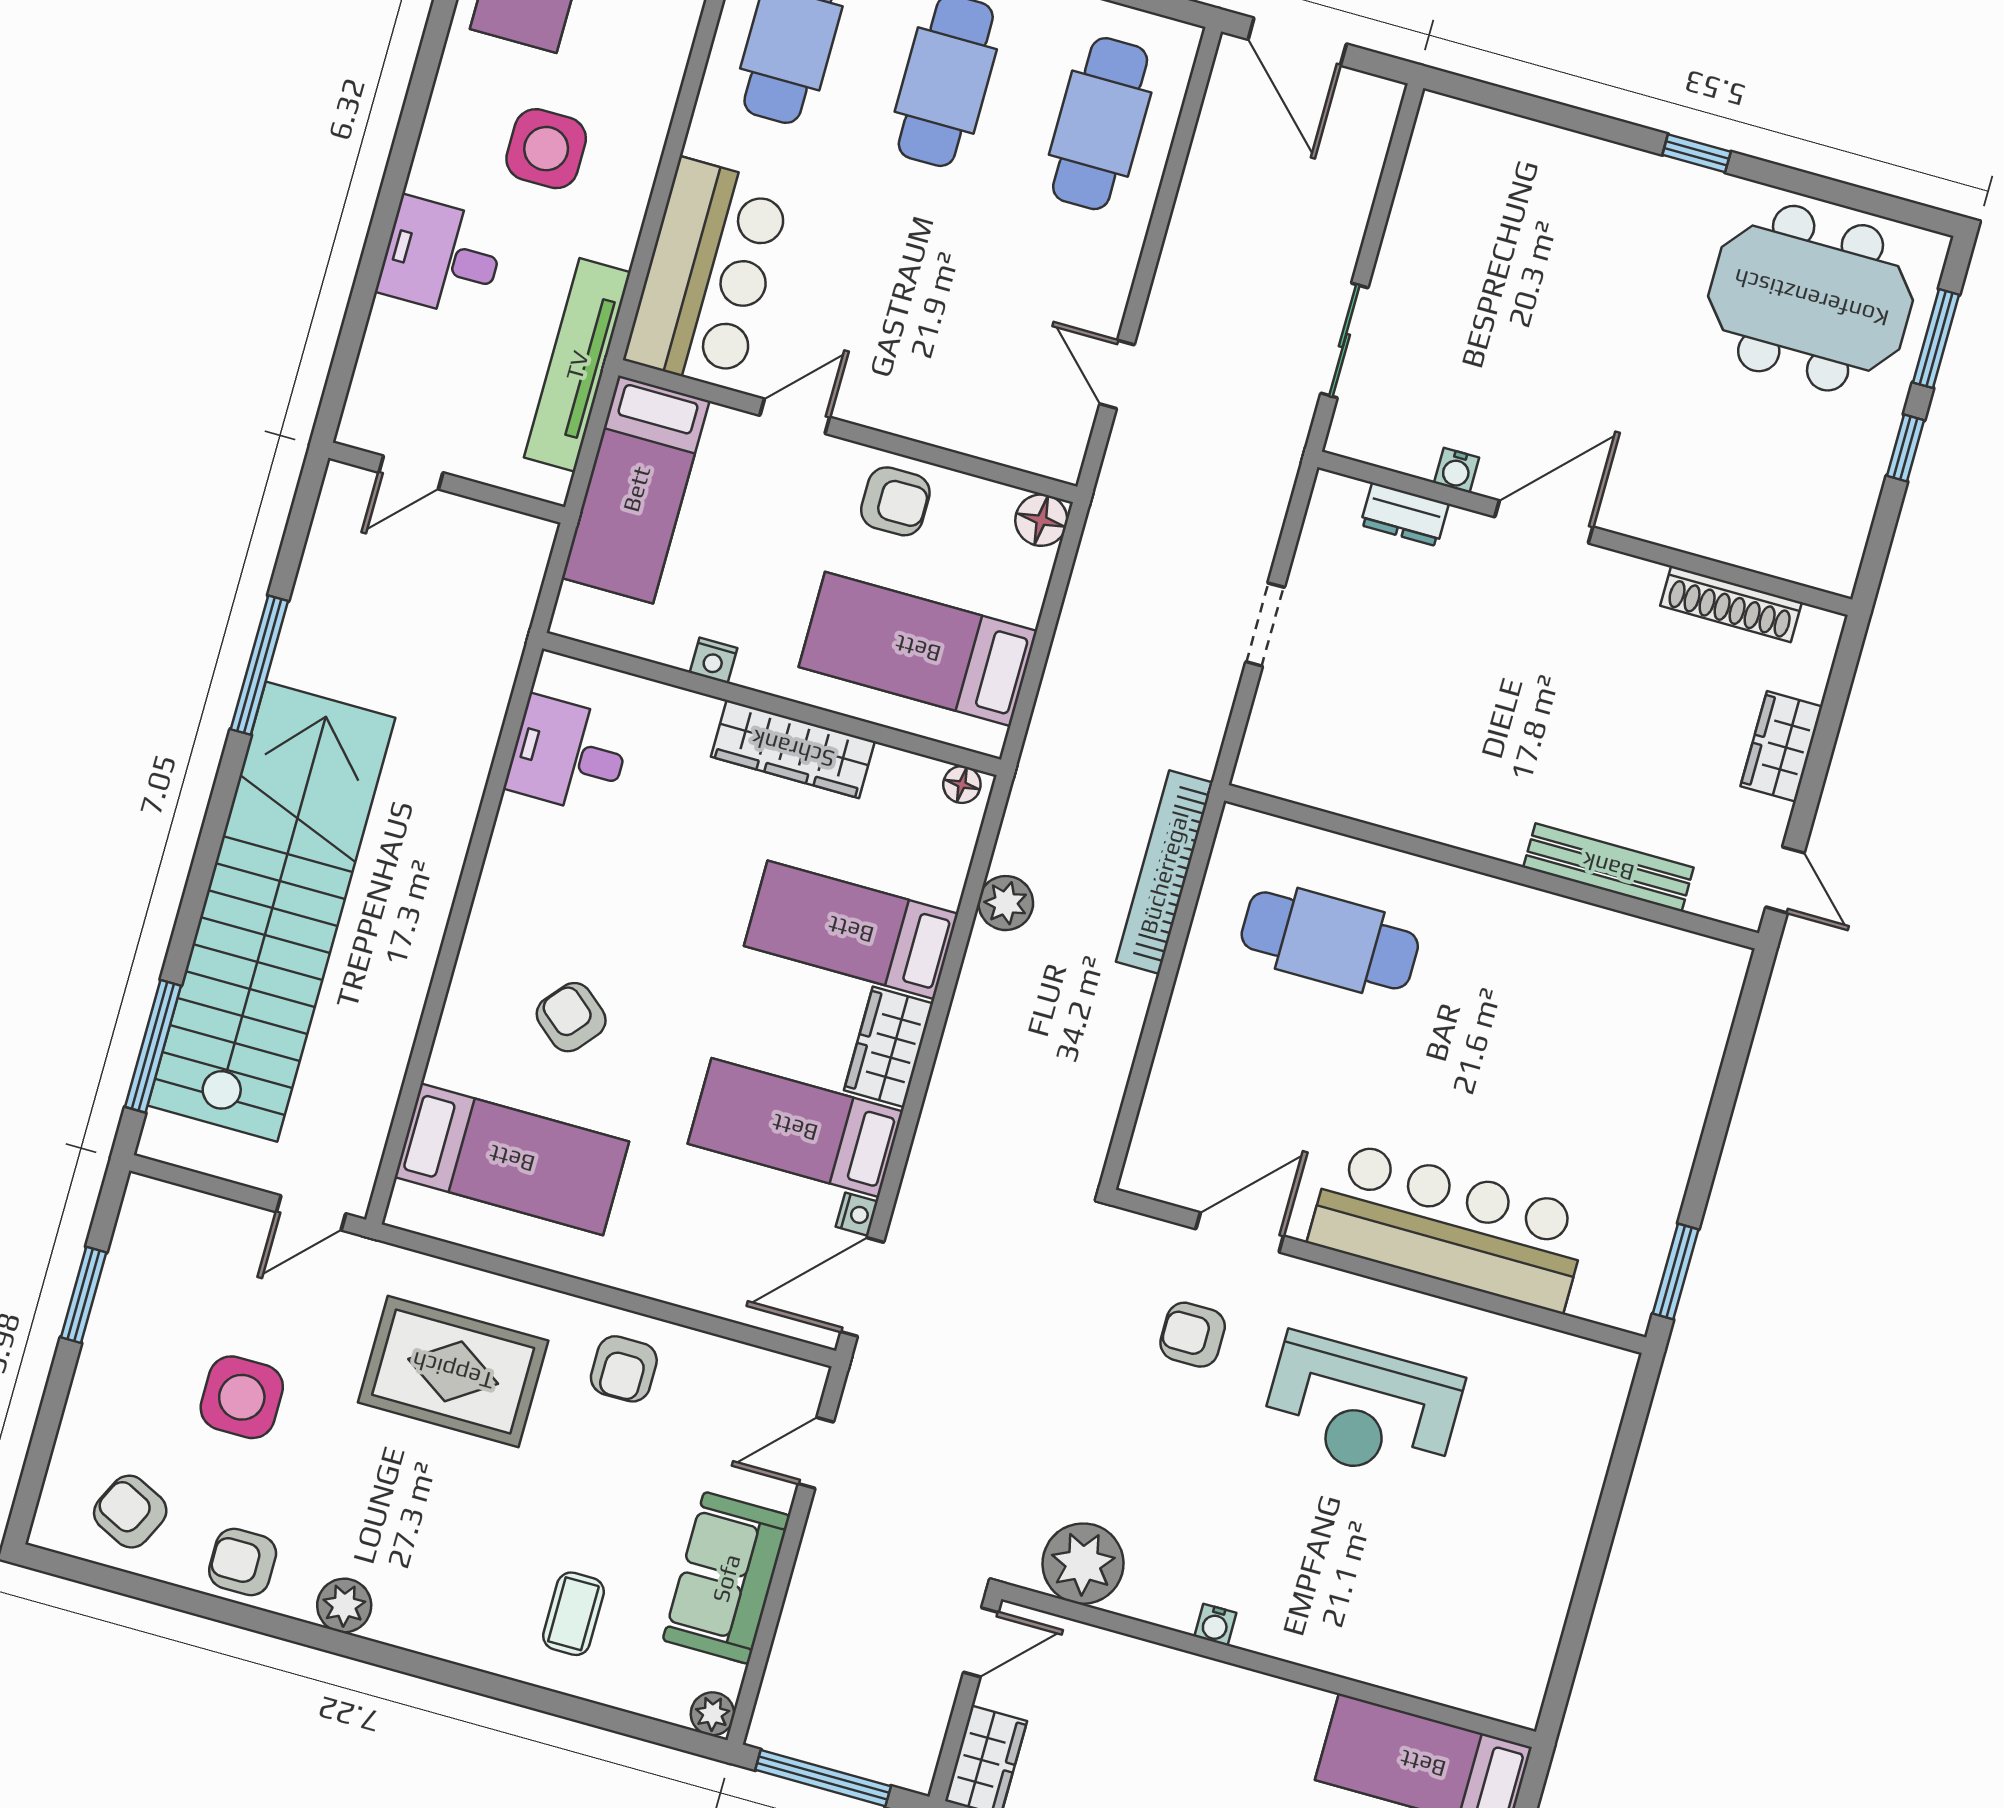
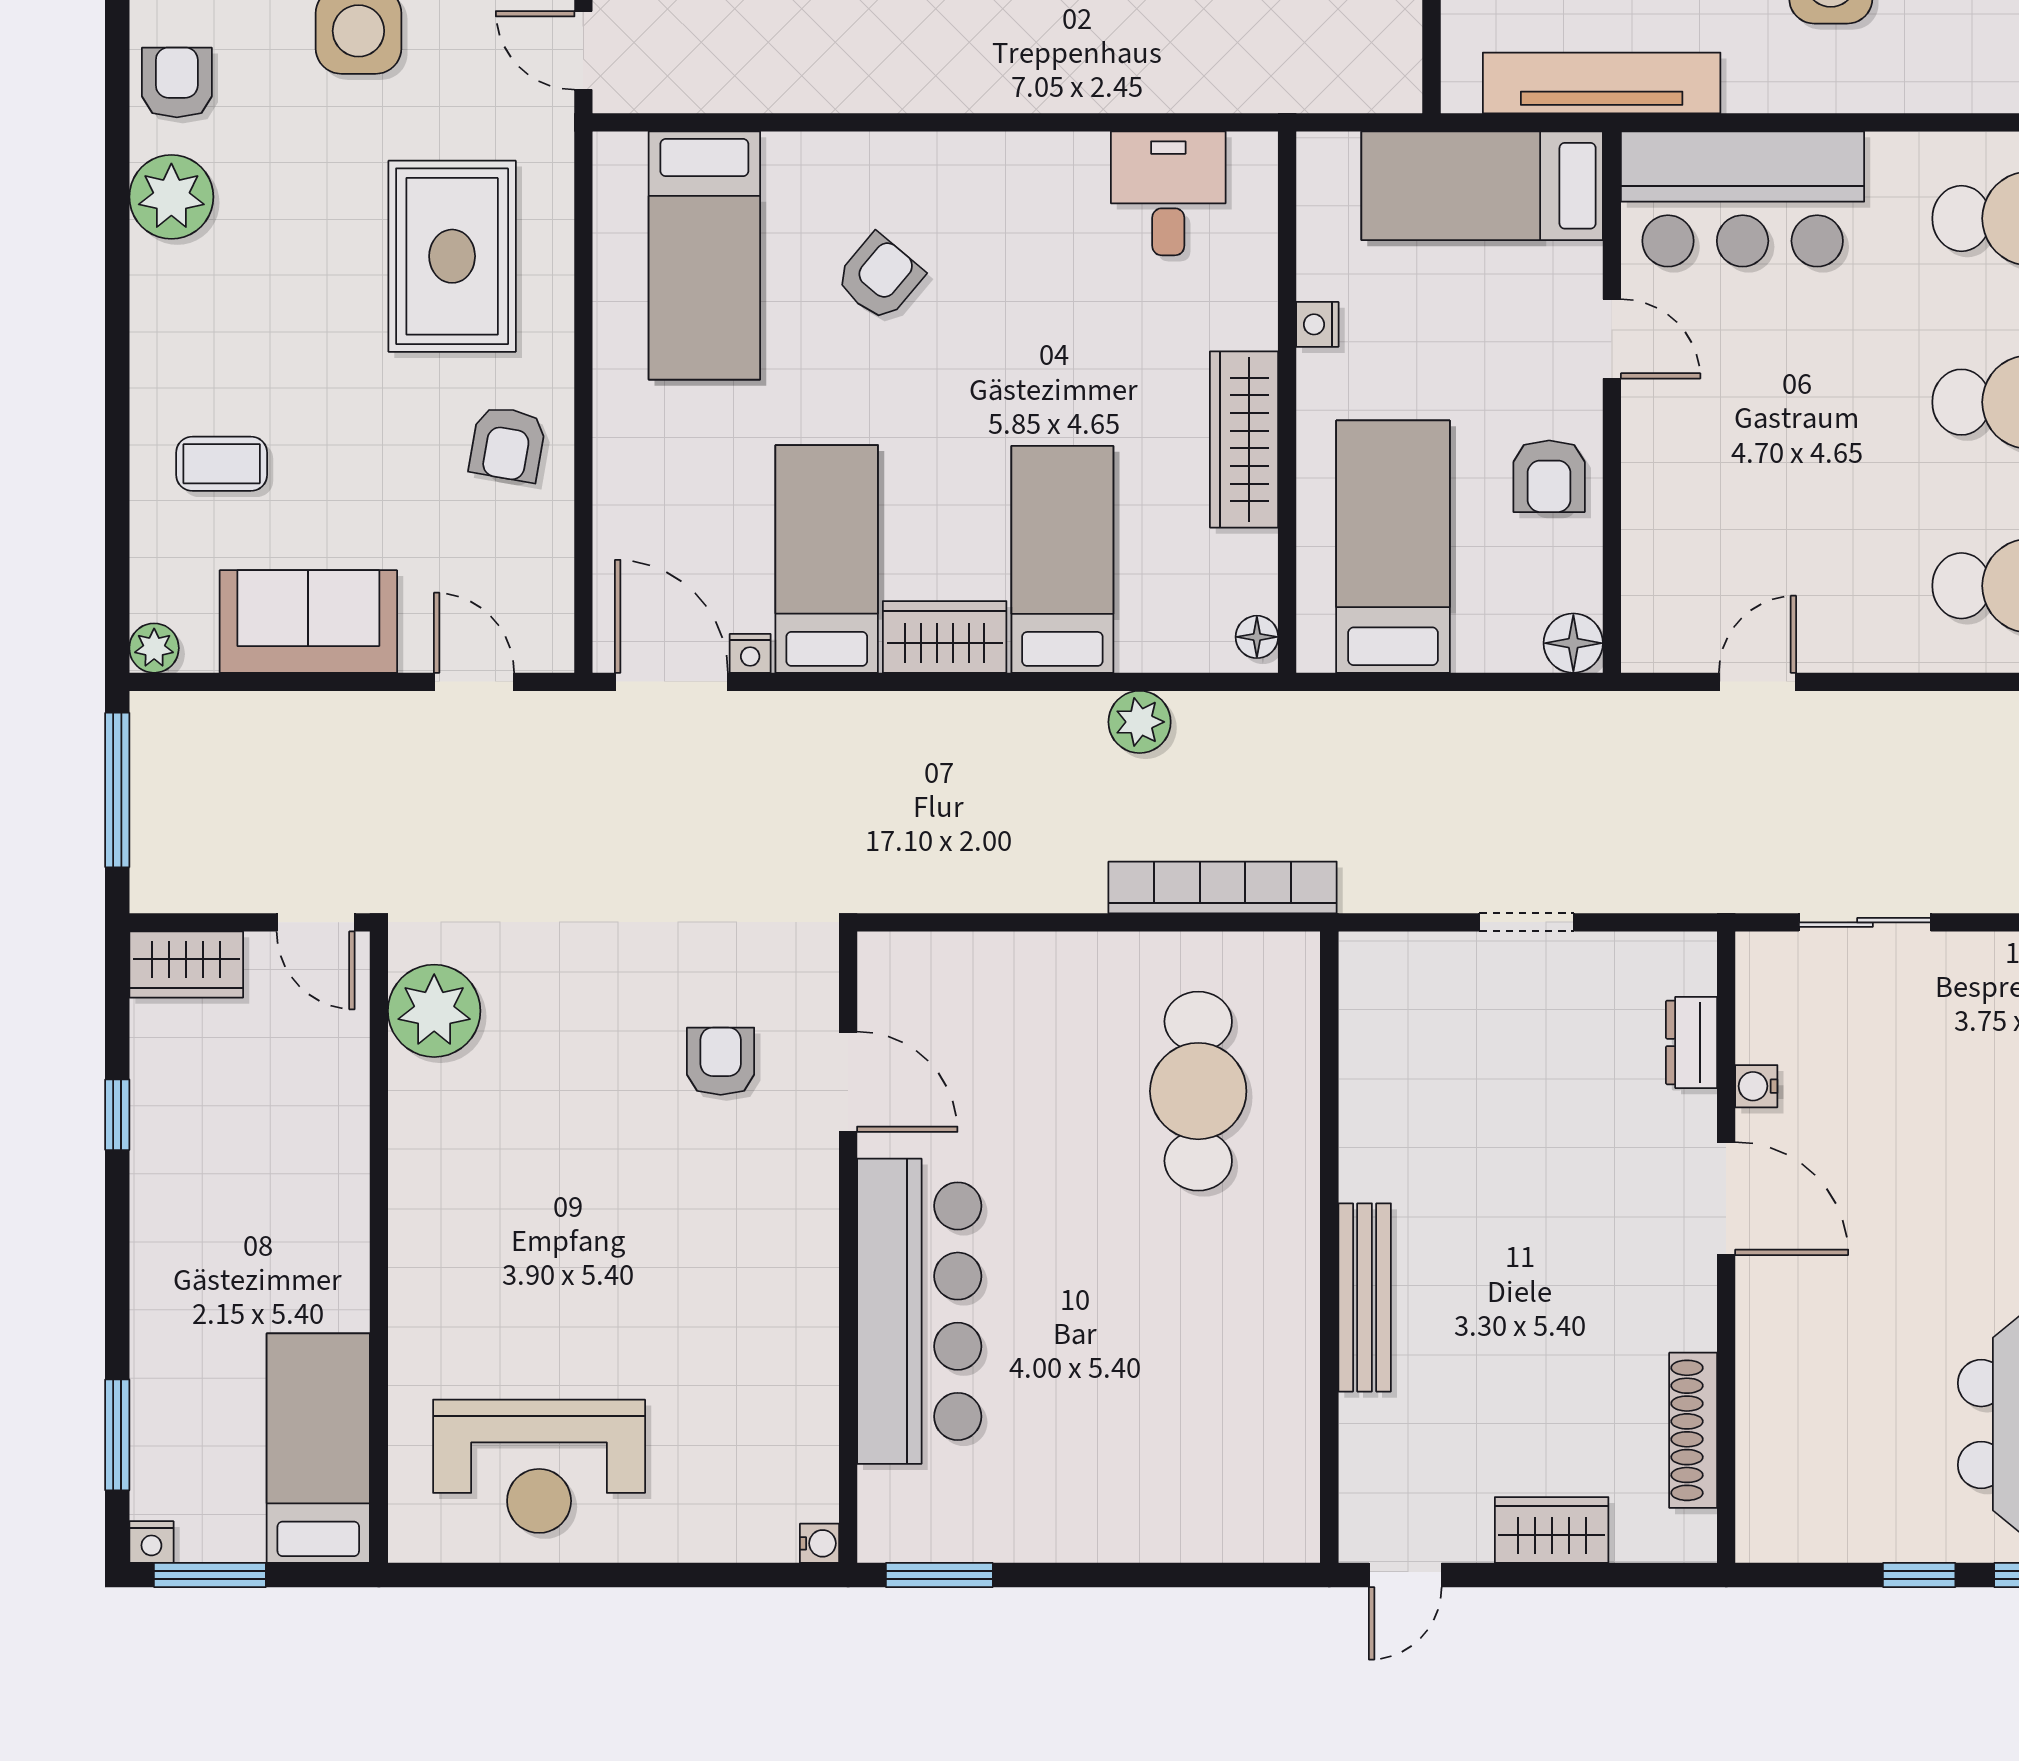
bench: (1608, 867) -> (1365, 1297), moved
armchair: (624, 1369) -> (508, 444), turned -80
reception desk: (1362, 1409) -> (539, 1466), moved, turned -90
plant: (344, 1605) -> (171, 197), width x1.36, depth x1.36
water cooler: (1215, 1625) -> (819, 1543), moved, turned 180

